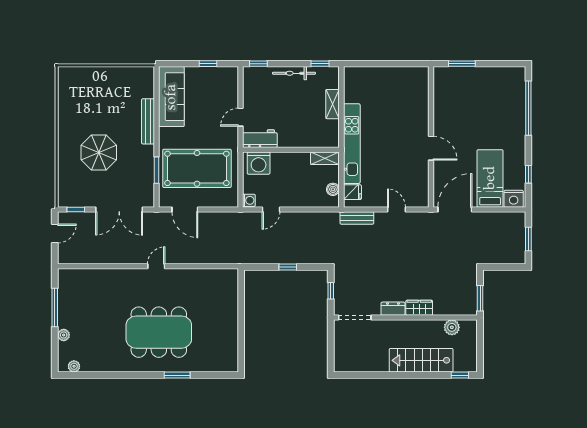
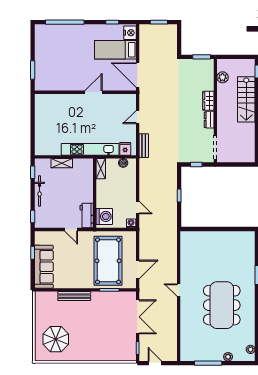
sofa: (171, 97) -> (44, 267), moved, turned 90
parasol: (99, 152) -> (56, 339), moved
dining table: (159, 332) -> (222, 305), moved

